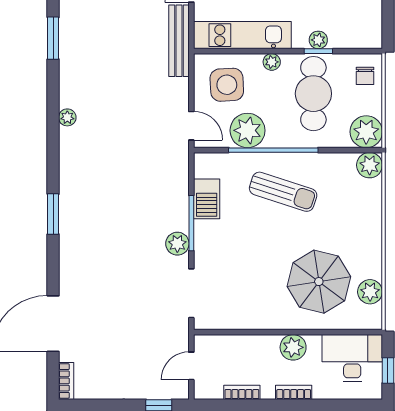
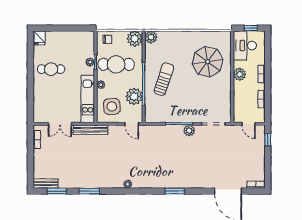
door: (191, 126) -> (132, 124), swing flipped
barbecue: (207, 199) -> (167, 116), removed
plant: (370, 292) -> (213, 37), removed

